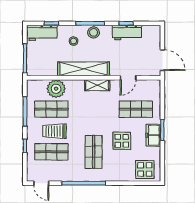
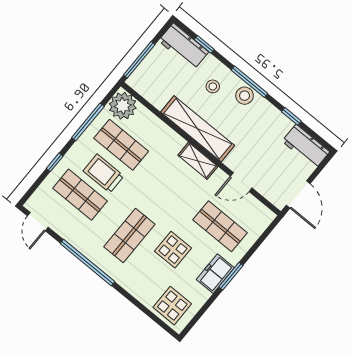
workbench: (127, 33) -> (306, 146), moved
plant: (56, 89) -> (123, 106), moved

